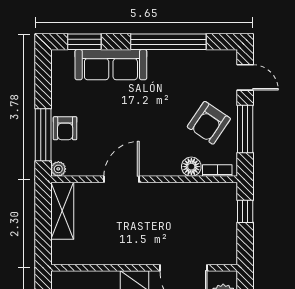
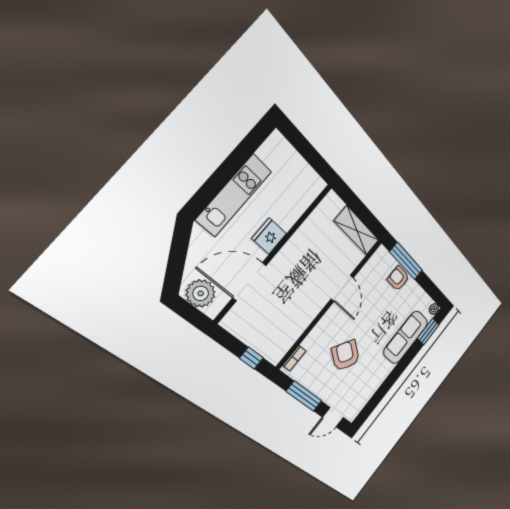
window: (168, 42) -> (389, 383), removed
armchair: (209, 123) -> (346, 355), moved
floor lamp: (191, 167) -> (311, 342), removed
plant: (58, 169) -> (434, 309), moved

